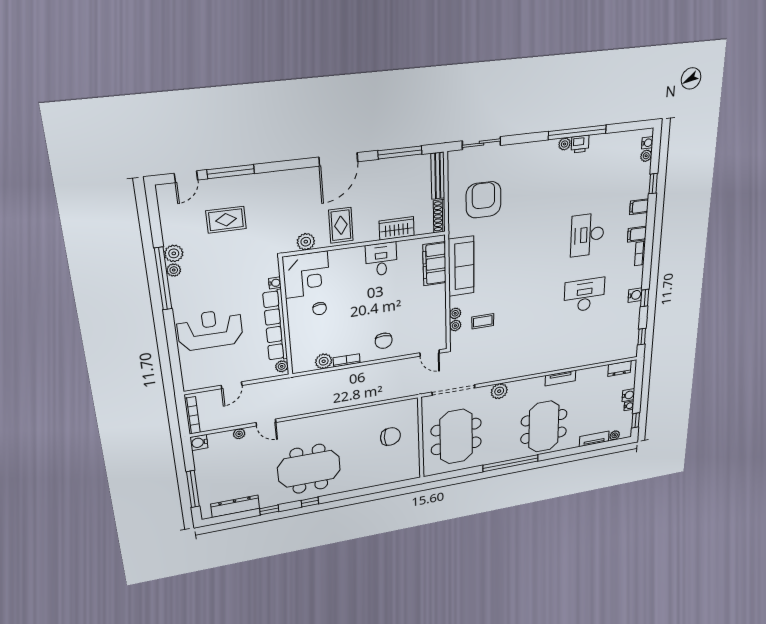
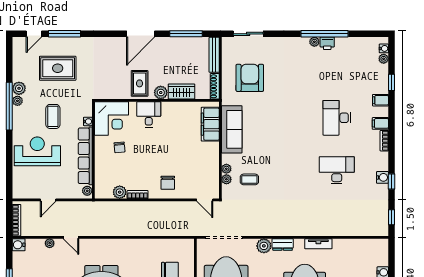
rug: (226, 220) -> (58, 68), width x1.36, depth x1.43
plant: (306, 242) -> (161, 93), moved
desk: (381, 259) -> (149, 114), moved
coffee table: (226, 283) -> (53, 116), added
dresser: (619, 369) -> (283, 244), moved

